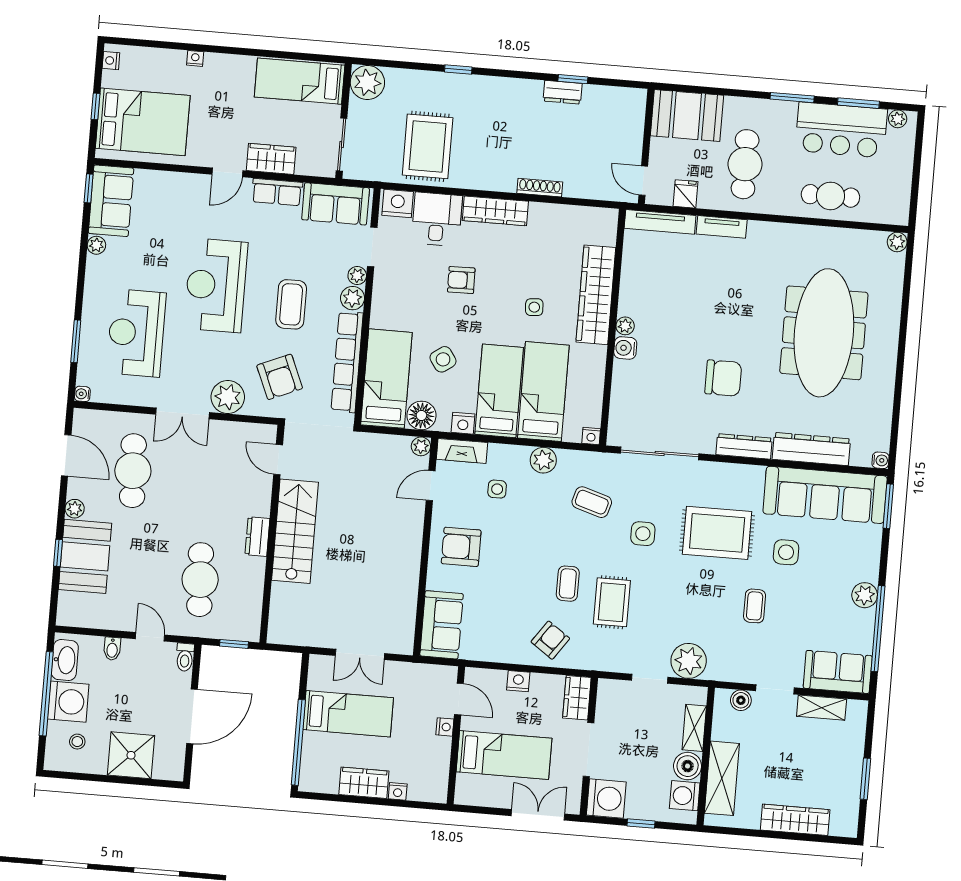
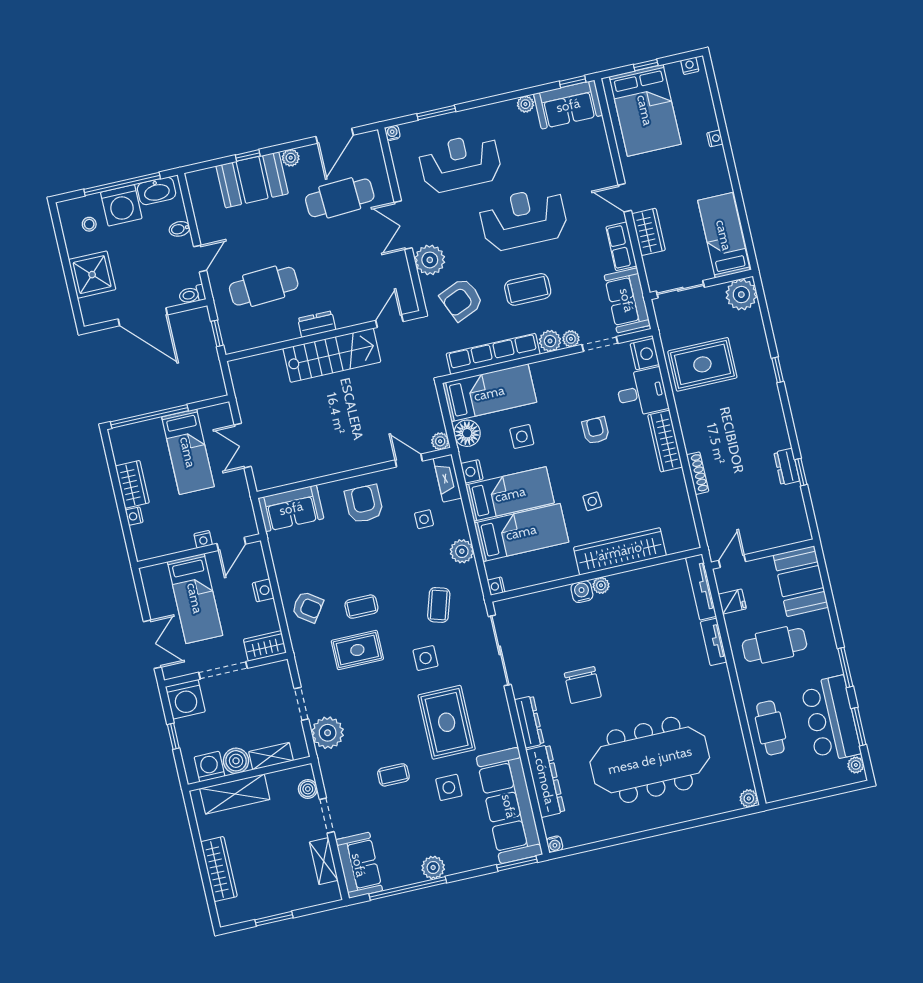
side table: (443, 359) -> (522, 436), turned 35

